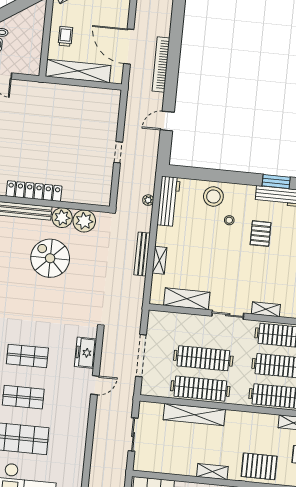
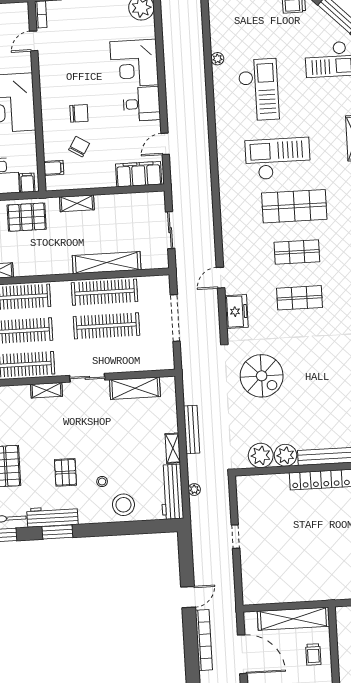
door: (167, 121) -> (188, 597), moved
spiral stairs: (50, 258) -> (262, 376), moved
shelving: (159, 260) -> (173, 448), moved

